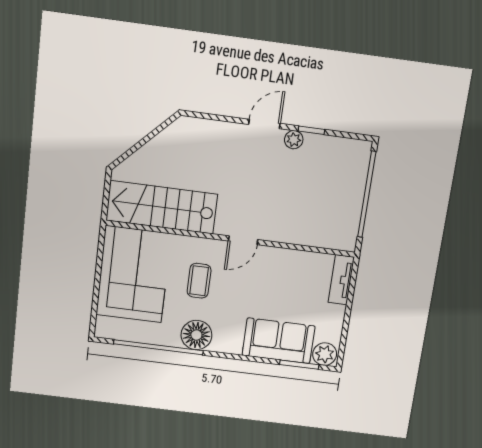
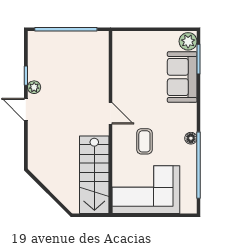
tv unit: (341, 280) -> (130, 38), removed
coffee table: (199, 281) -> (144, 141), turned 90
floor lamp: (196, 335) -> (191, 138), width x0.53, depth x0.53

